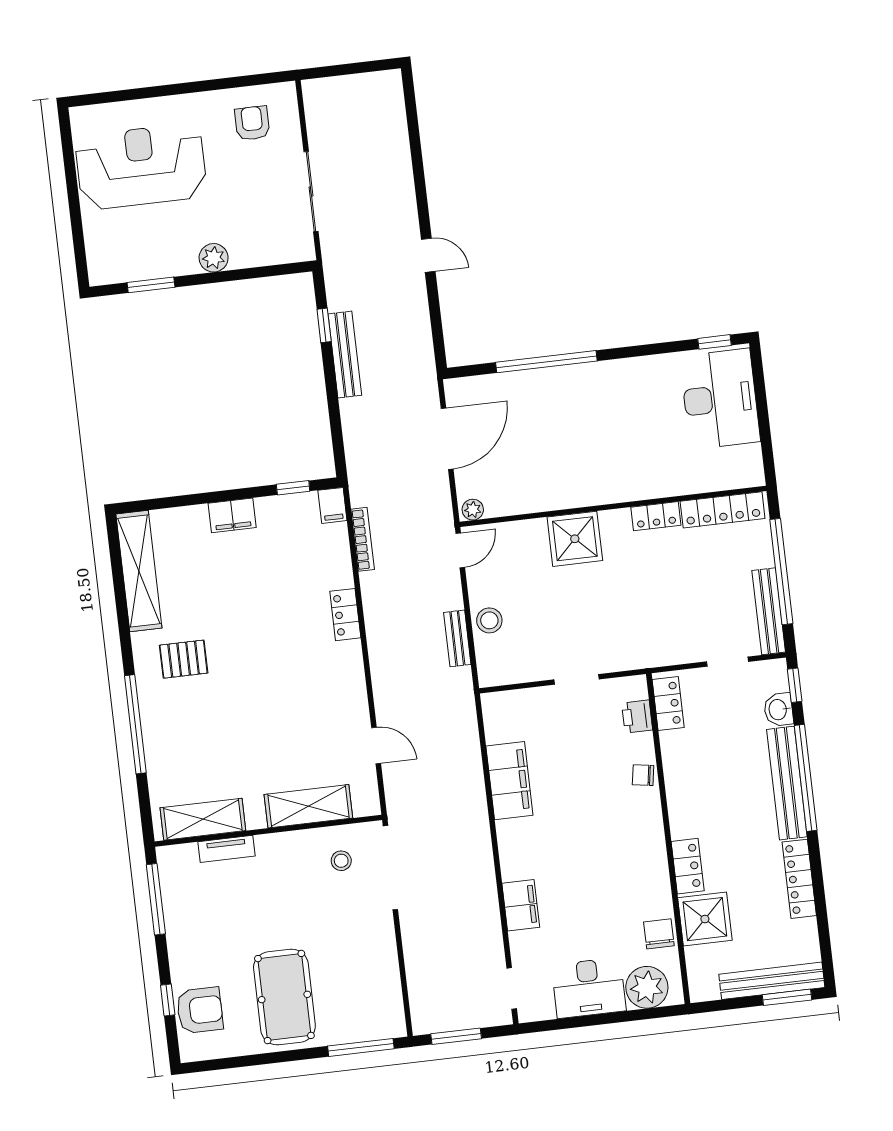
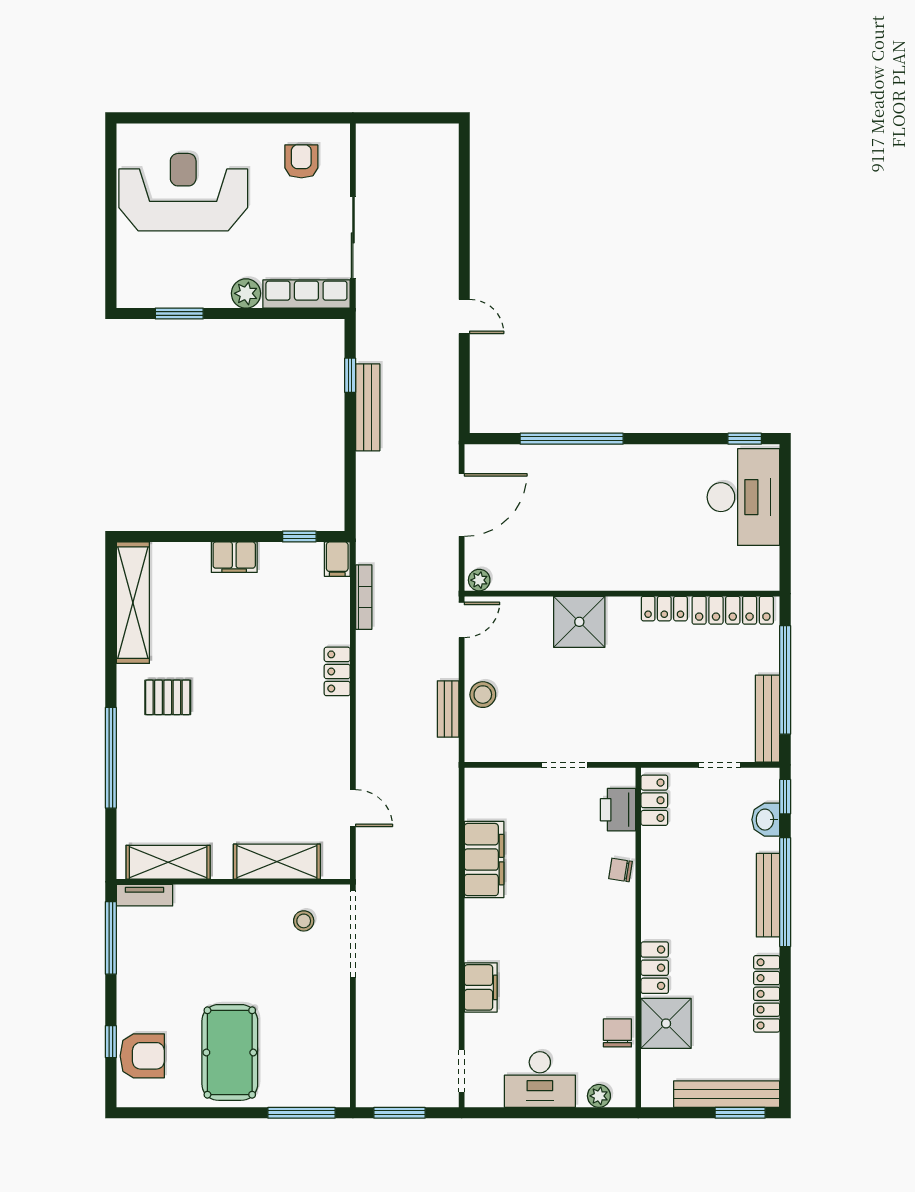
row of seats: (272, 251) -> (306, 294), added
printer: (637, 716) -> (618, 810), width x1.36, depth x1.24
bench: (787, 783) -> (768, 895), width x0.73, depth x0.82
tv unit: (226, 849) -> (144, 895), moved
plant: (647, 987) -> (599, 1096), width x0.53, depth x0.53

